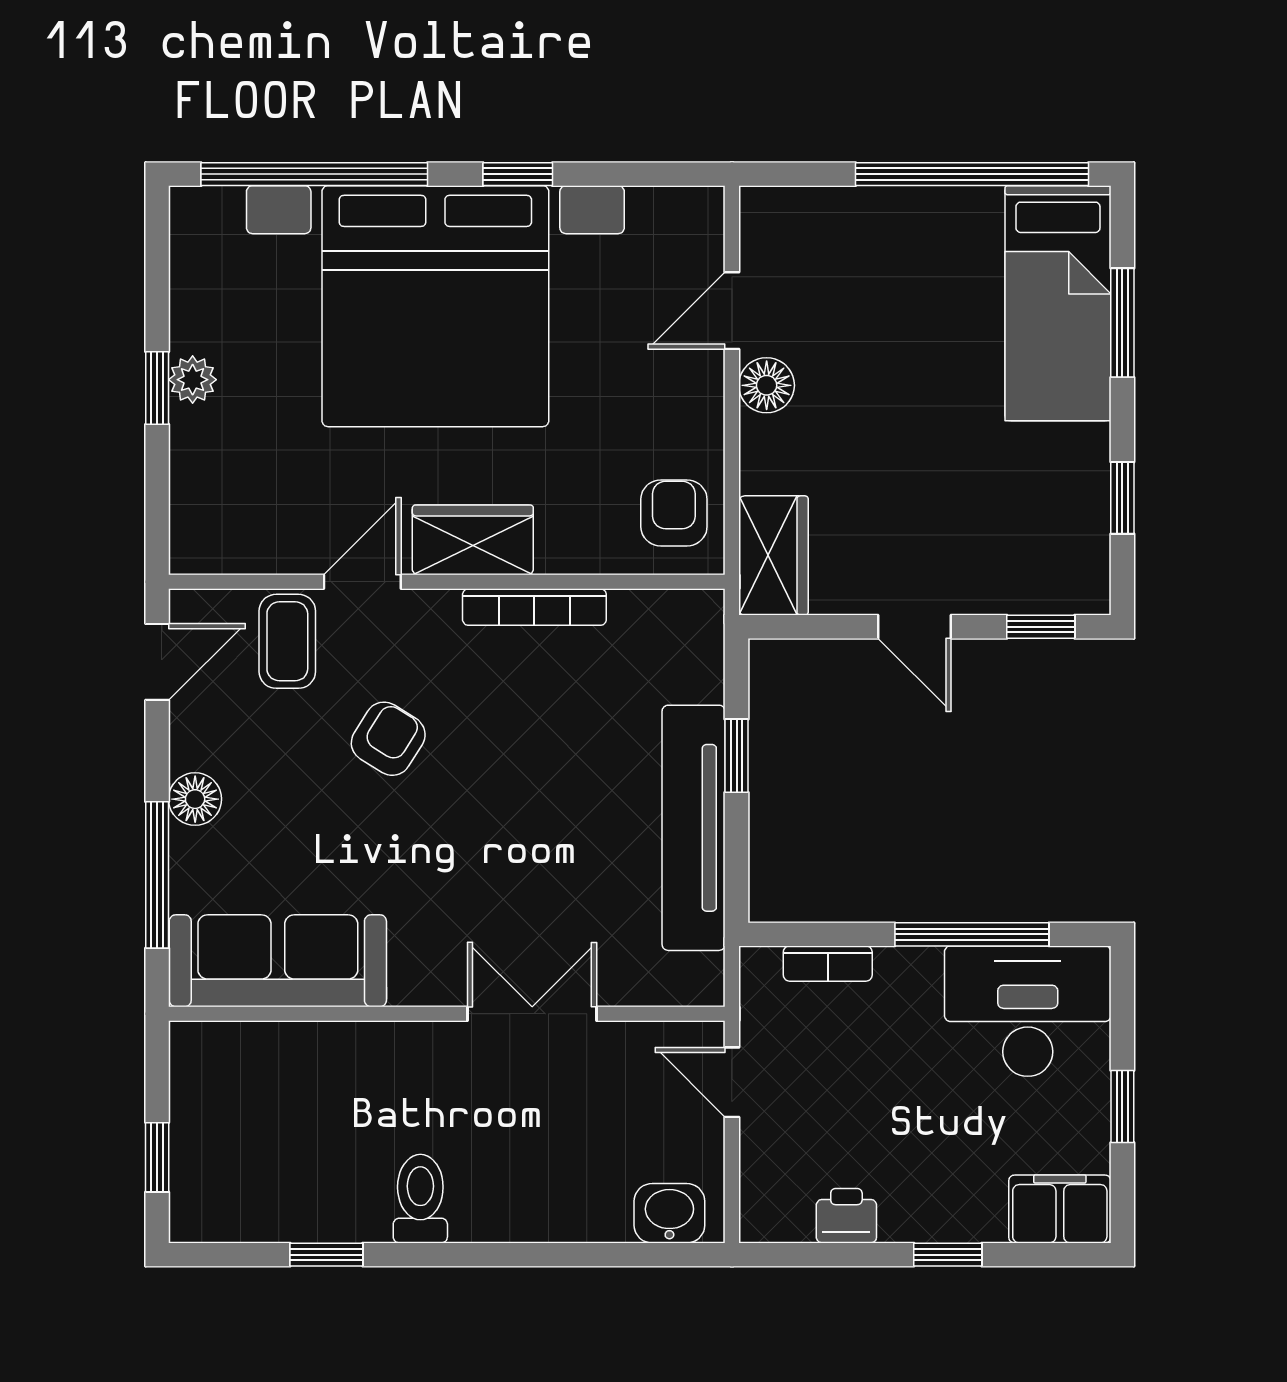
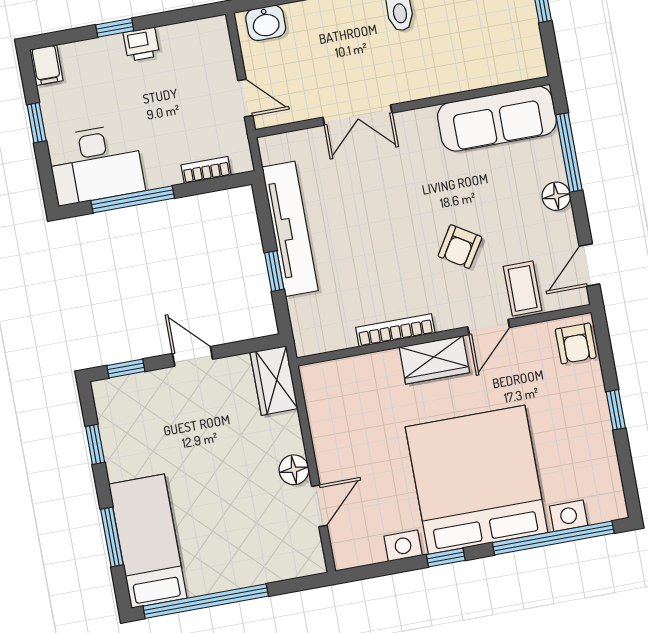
plant: (193, 380) -> (598, 418), removed
armchair: (674, 513) -> (576, 343), moved
filing cabinet: (1060, 1209) -> (46, 65), width x0.50
printer: (846, 1216) -> (141, 44), moved

